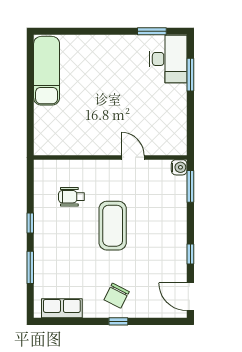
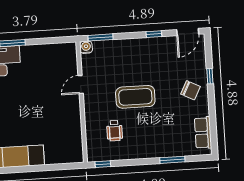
window: (30, 223) -> (103, 164), moved
window: (118, 321) -> (210, 76), moved

